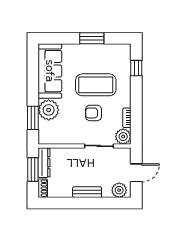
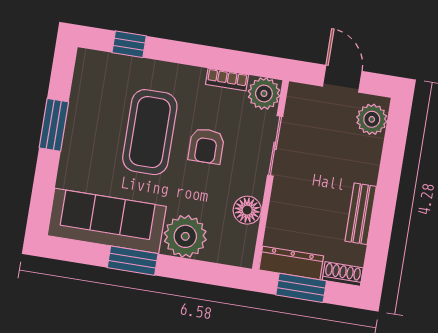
window: (33, 118) -> (133, 261), moved
floor lamp: (66, 138) -> (247, 210), added
bench: (87, 192) -> (361, 214), moved

